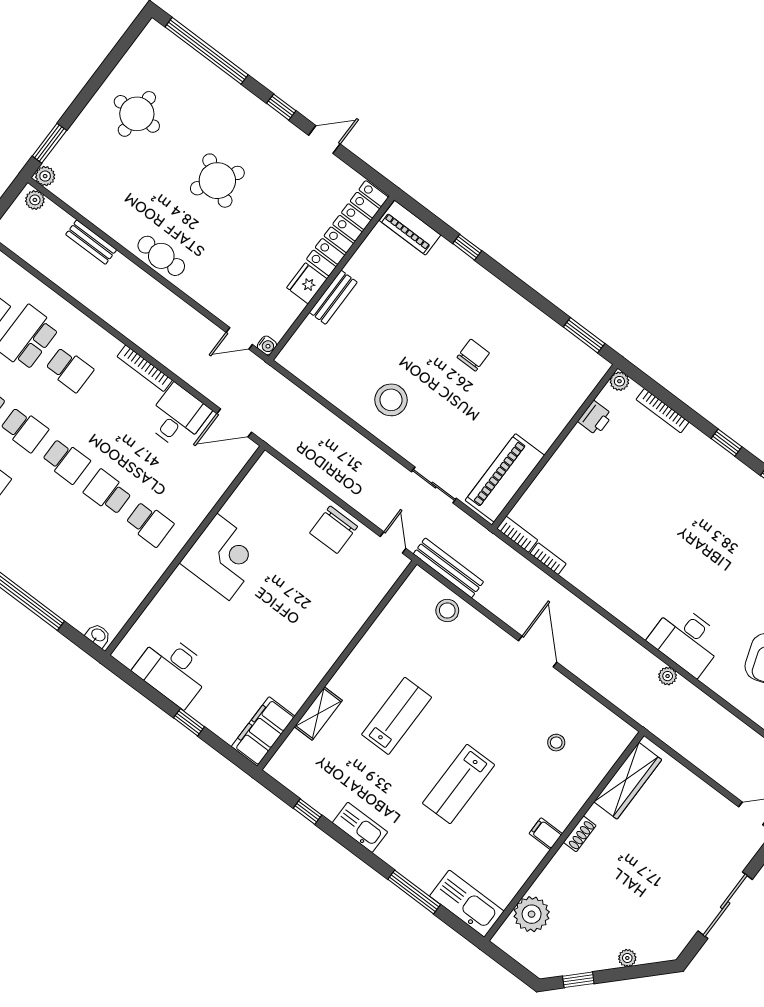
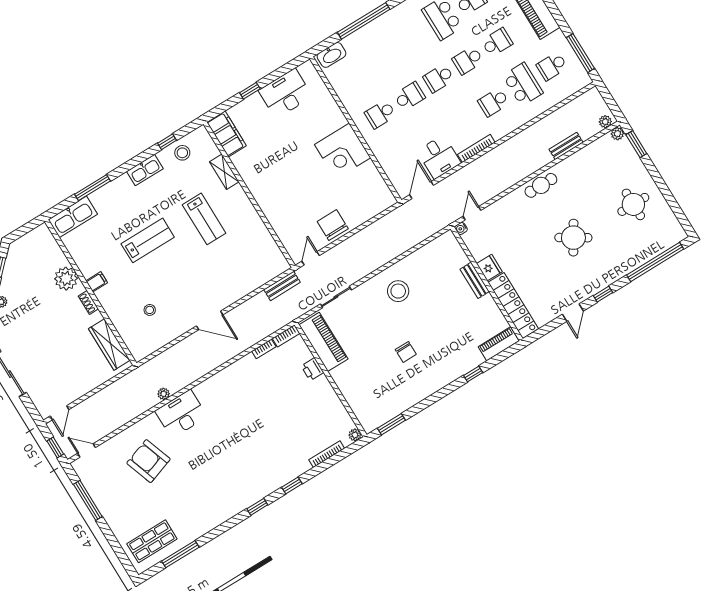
printer: (595, 418) -> (312, 369), moved
door: (393, 543) -> (311, 258), swing flipped
bench: (448, 568) -> (282, 286), width x0.73
stool: (447, 610) -> (182, 153), moved
washbasin: (98, 635) -> (331, 55), width x1.91, depth x1.45
lab bench: (459, 784) -> (148, 240), turned 90
plant: (532, 914) -> (66, 279), moved

